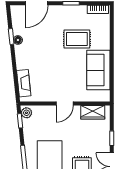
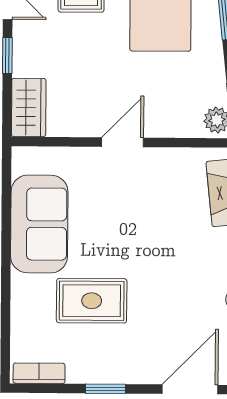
wardrobe: (93, 112) -> (29, 108), moved, turned 90

